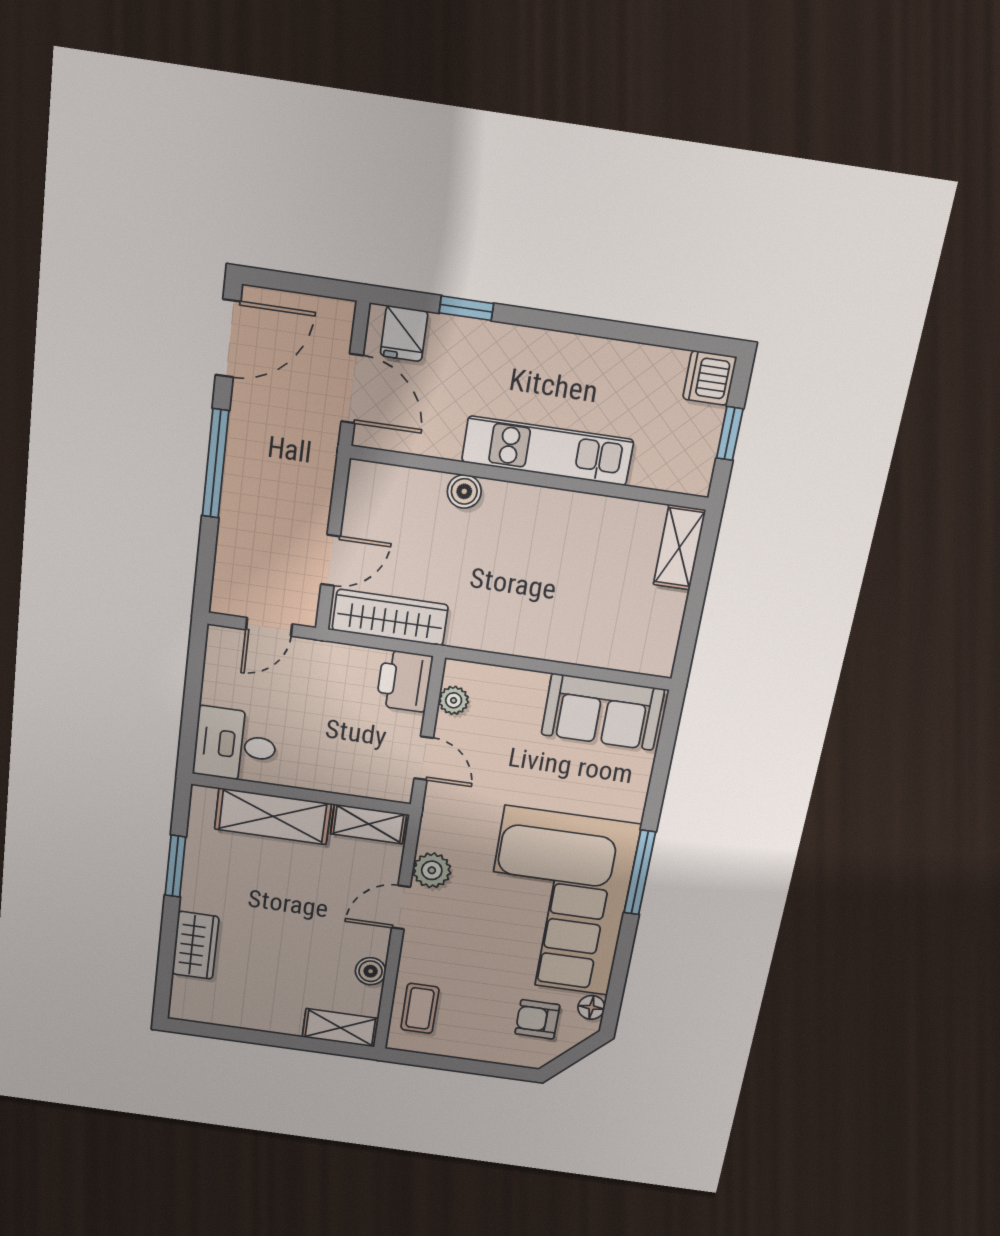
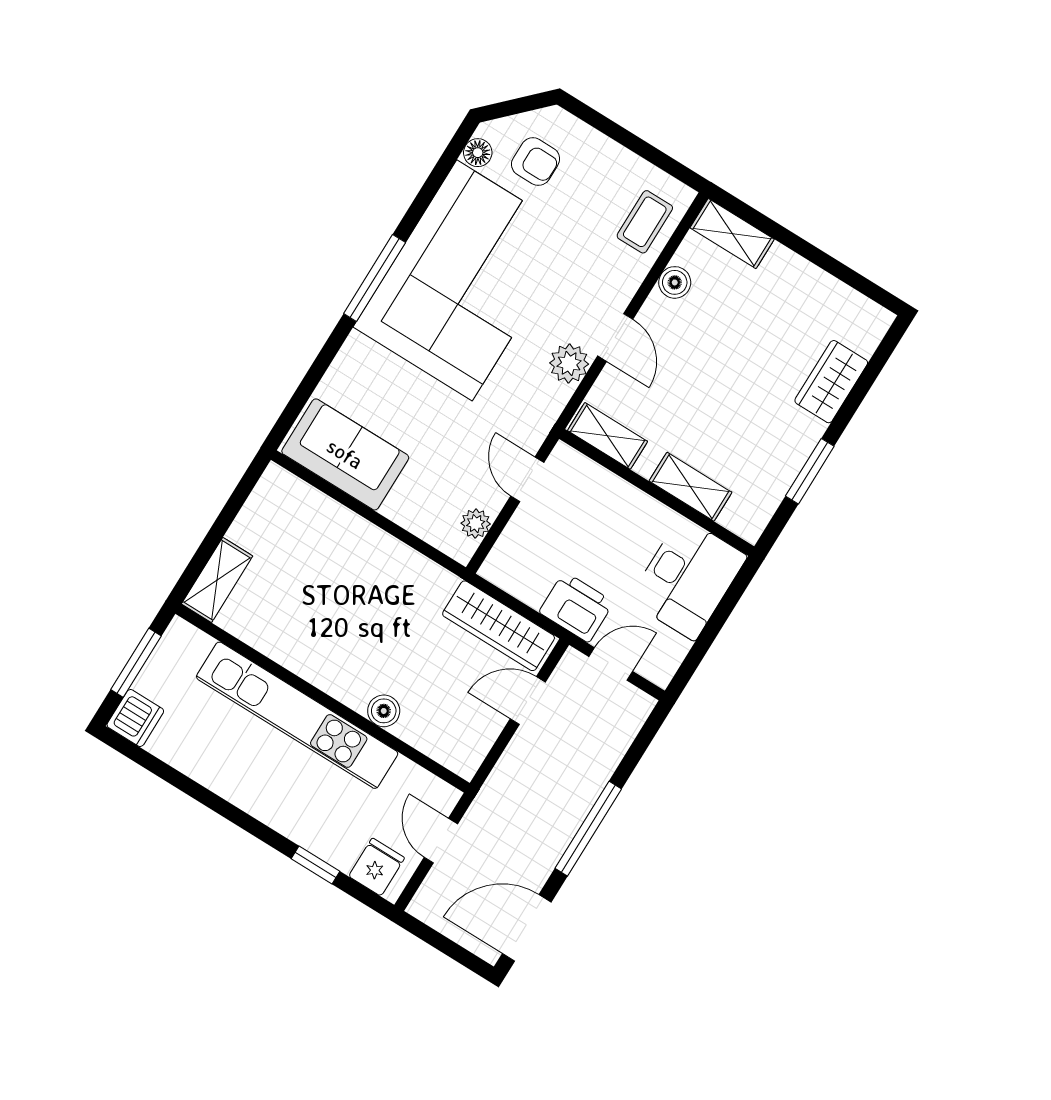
door: (352, 389) -> (441, 841), width x0.73
window: (730, 433) -> (136, 663), width x1.50
kitchen unit: (548, 451) -> (297, 715), width x1.36
printer: (404, 681) -> (576, 607), moved, turned -90
desk: (235, 745) -> (688, 578), width x1.37
shelving: (273, 816) -> (691, 487), width x0.67, depth x0.75
door: (401, 907) -> (615, 338), hinge flipped

